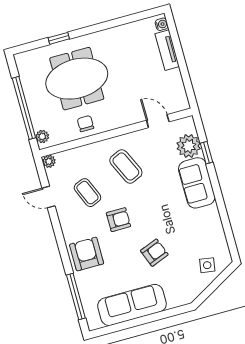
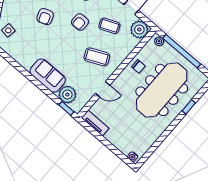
tv unit: (167, 50) -> (95, 123), moved
meeting table: (77, 79) -> (162, 90), width x1.36
door: (158, 121) -> (103, 89), moved
window: (207, 153) -> (66, 108), moved
plant: (49, 161) -> (139, 30), width x1.87, depth x1.87

